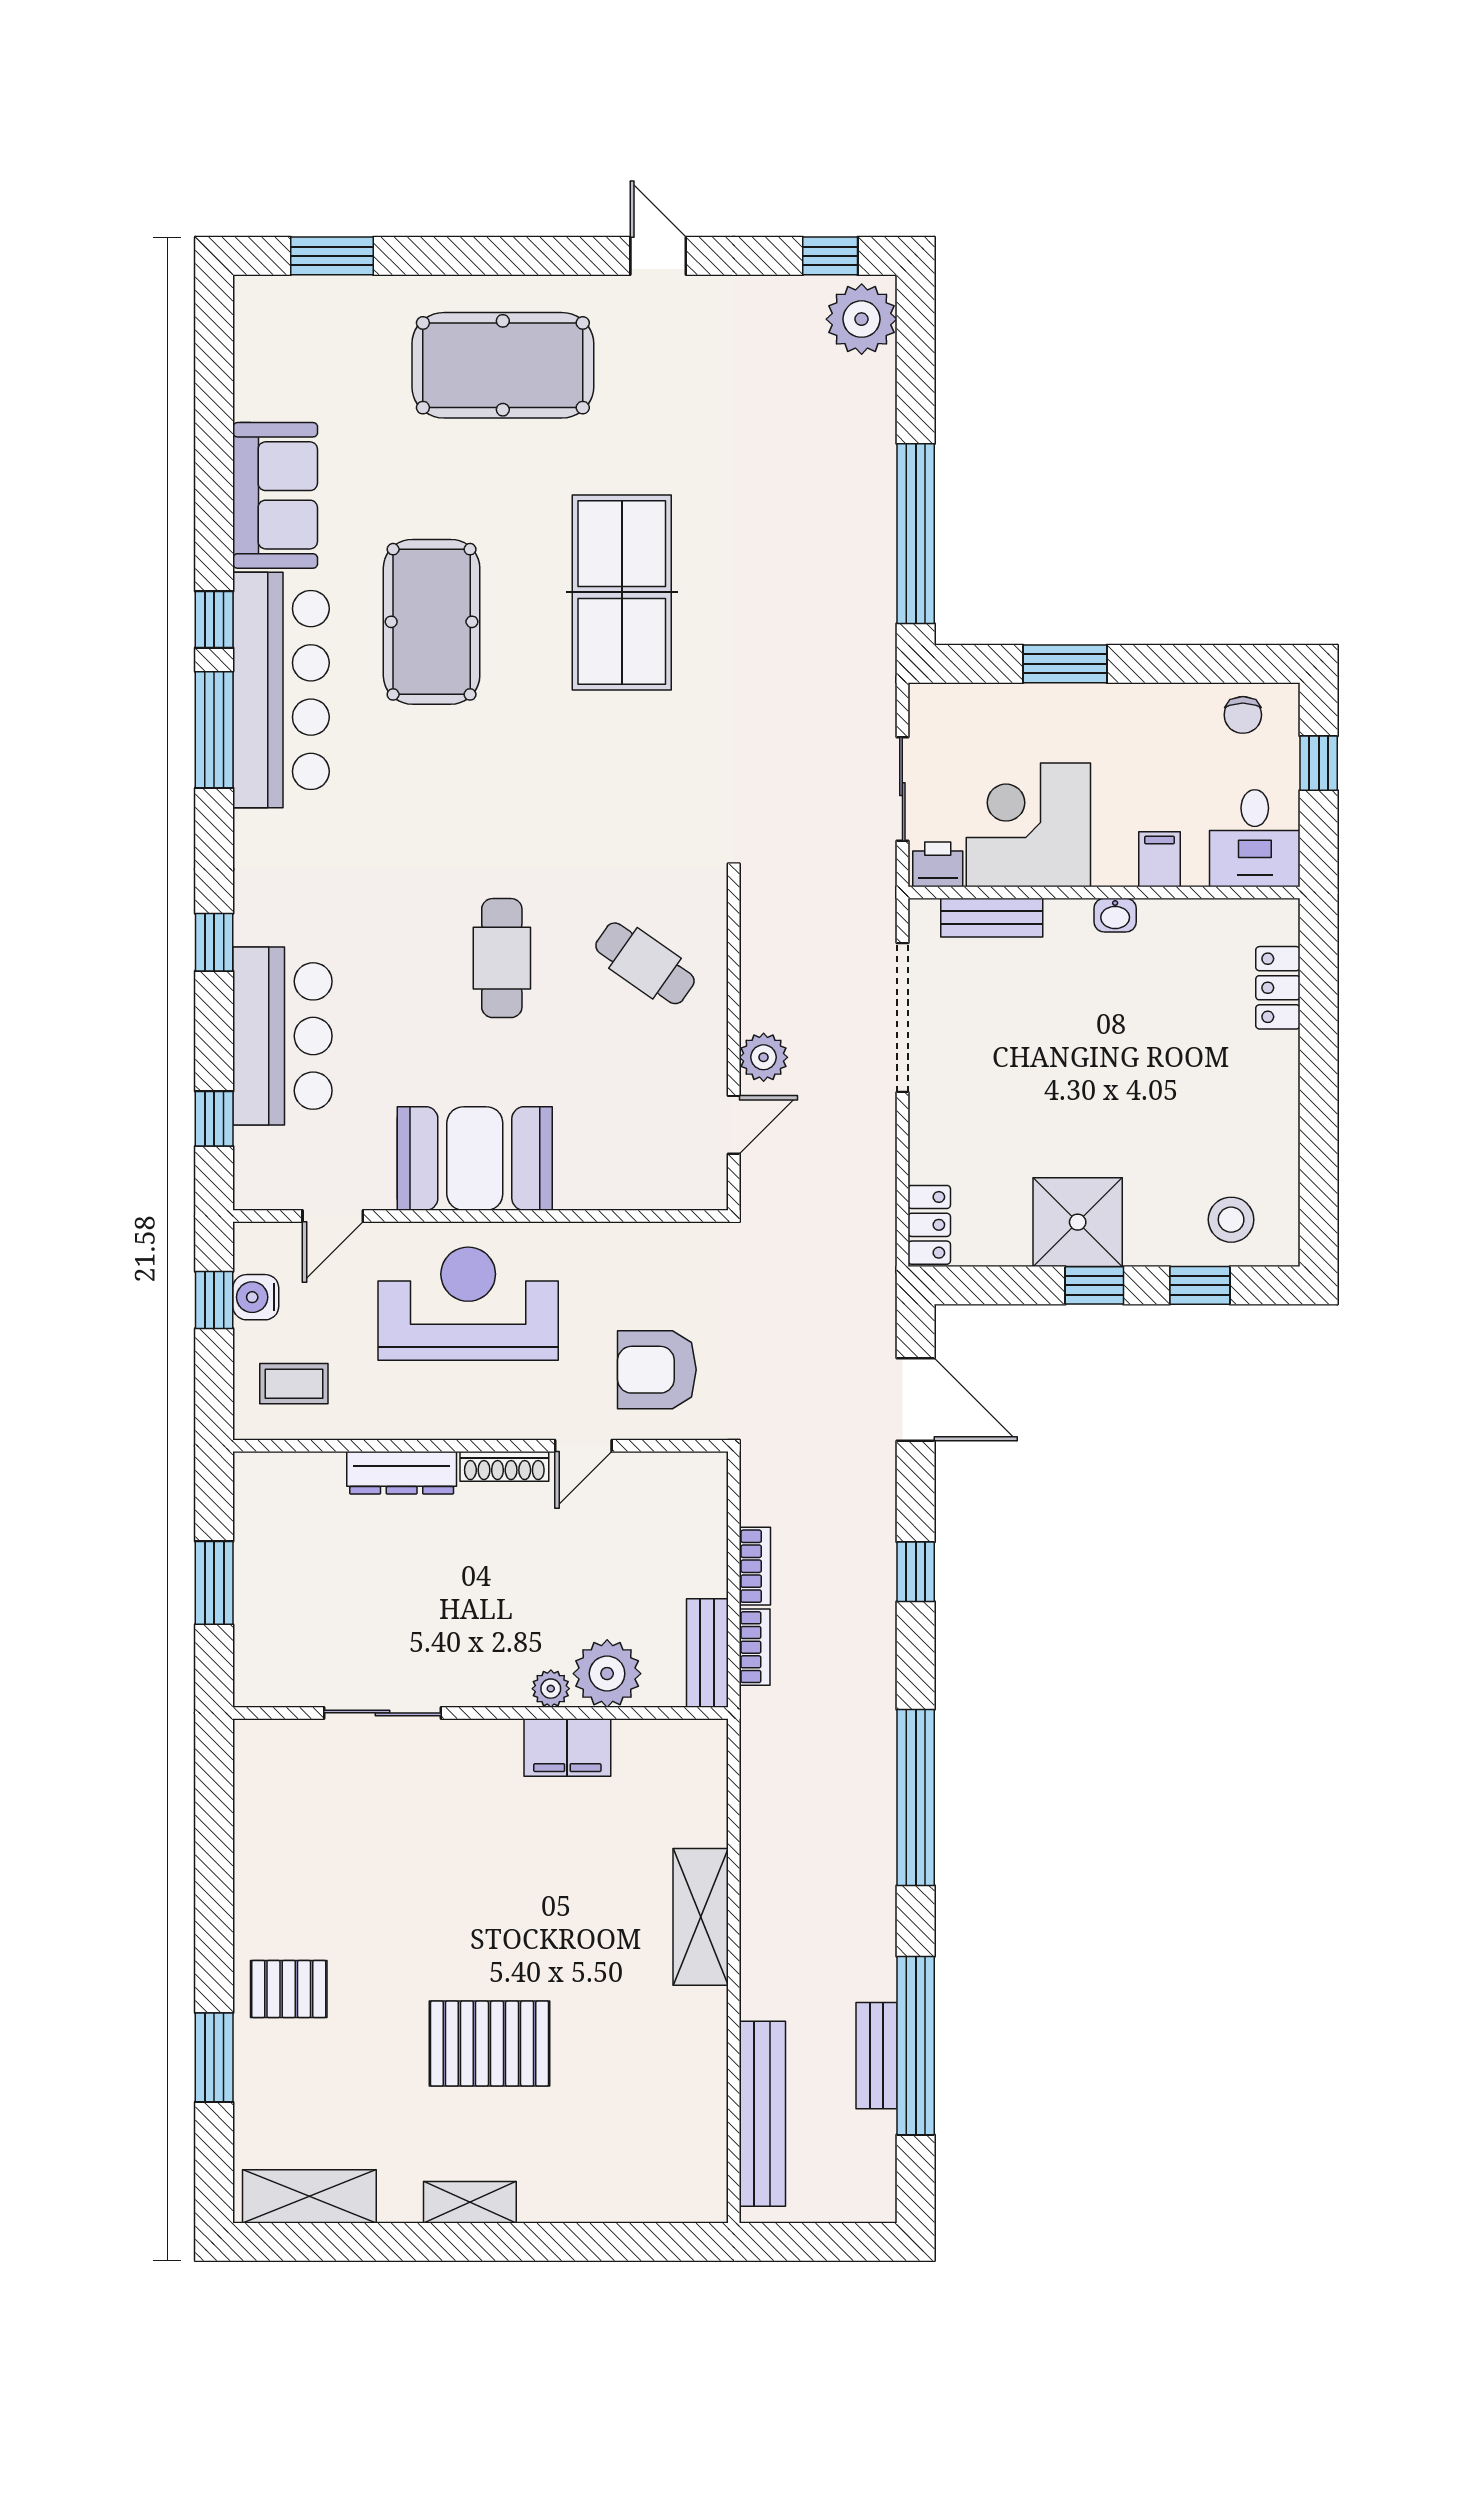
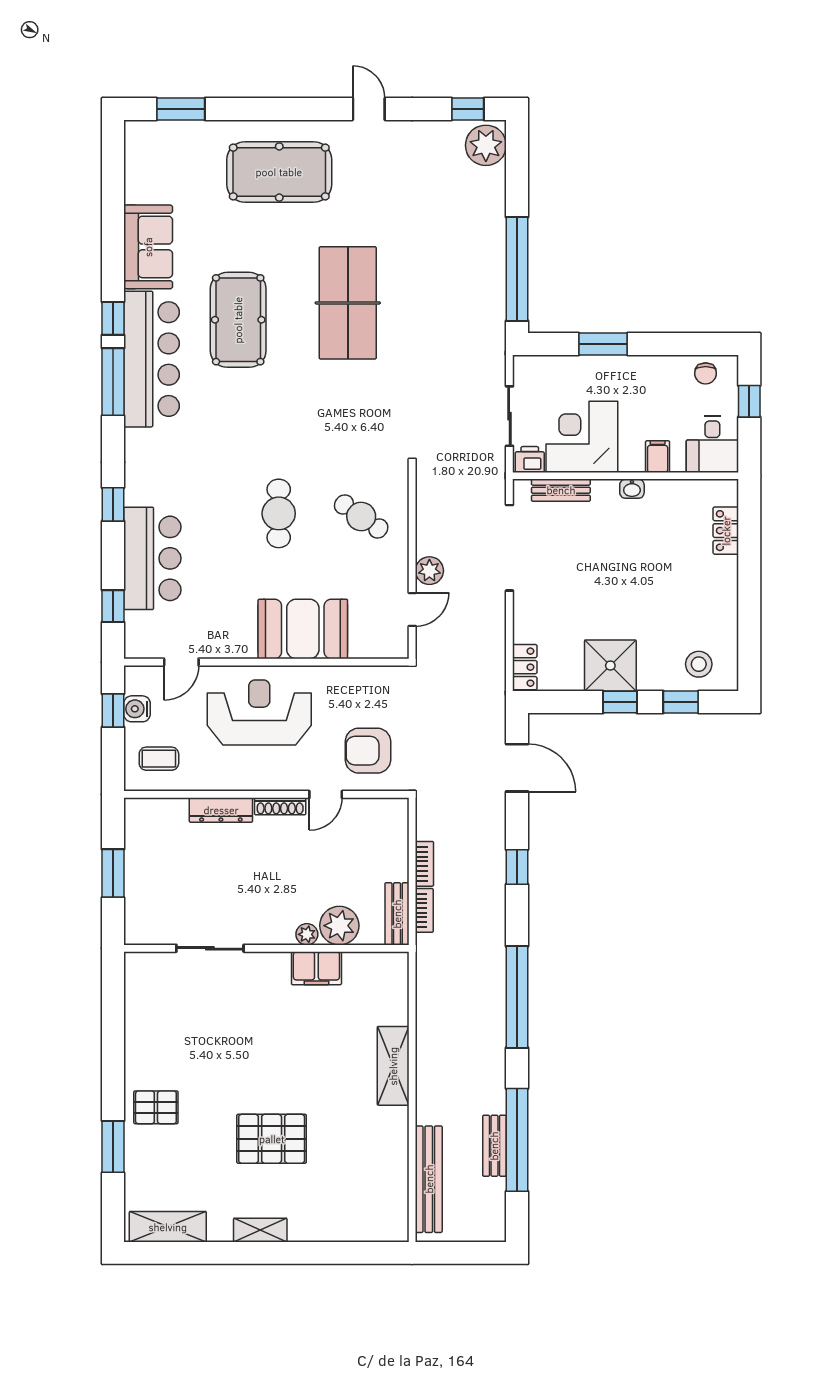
booth: (475, 1158) -> (303, 629), moved

